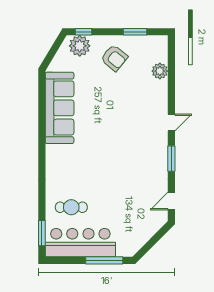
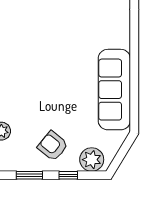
window: (83, 32) -> (68, 175), moved

